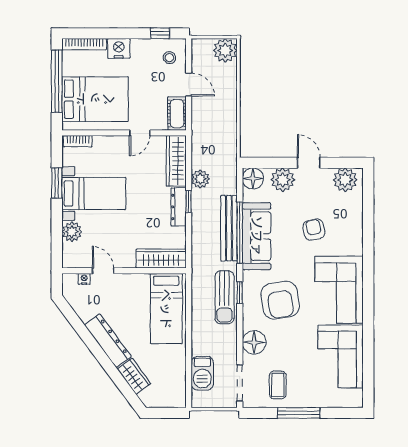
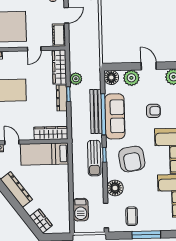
door: (189, 84) -> (66, 15), hinge flipped
armchair: (314, 230) -> (153, 111), turned 103
bed: (166, 309) -> (44, 154), moved, turned 90
wardrobe: (134, 376) -> (41, 221), moved

